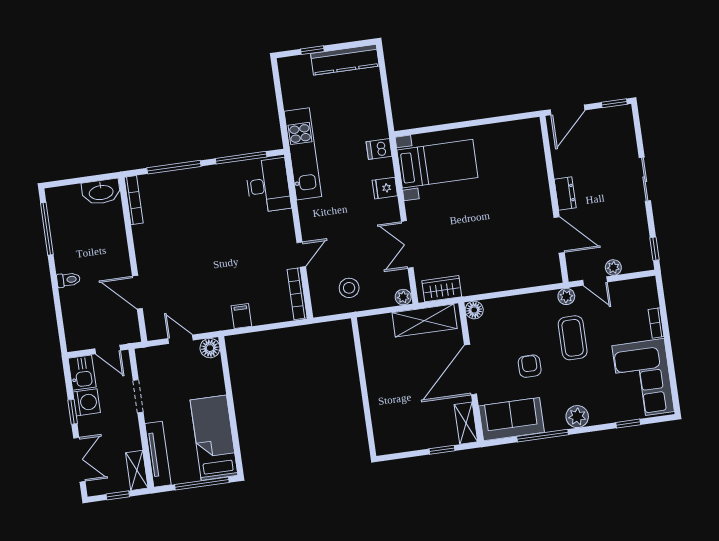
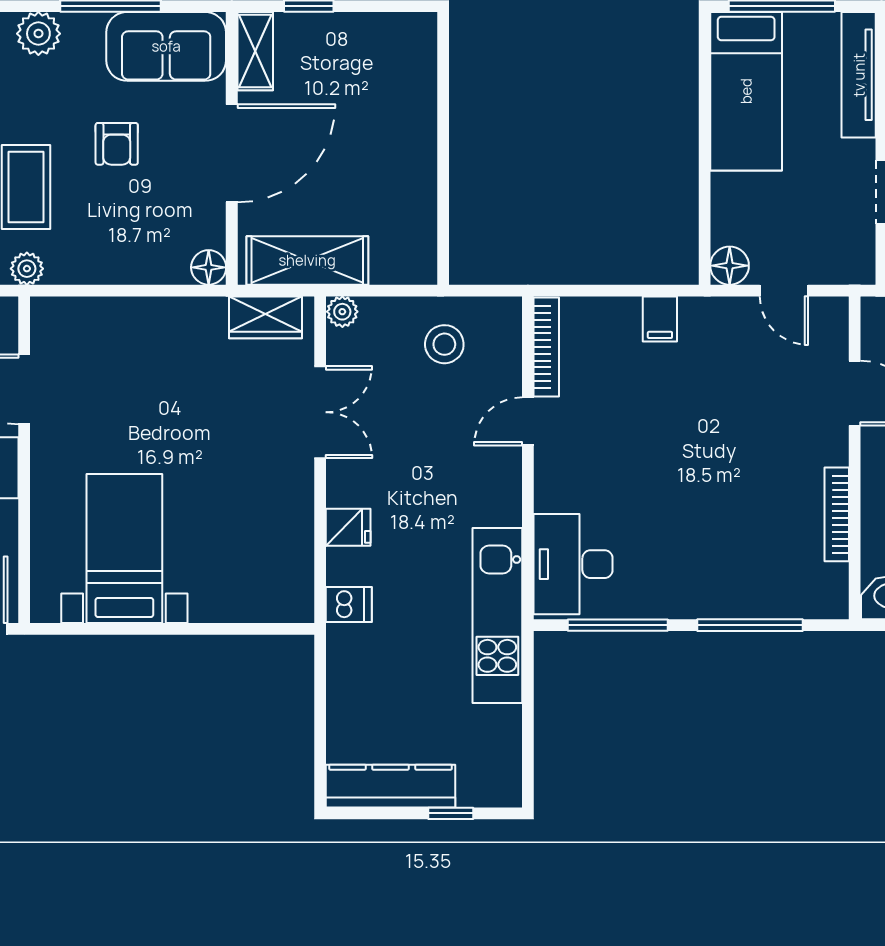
bed with nightstands: (437, 164) -> (124, 549), moved, turned 90
bookcase: (134, 200) -> (837, 514), moved

